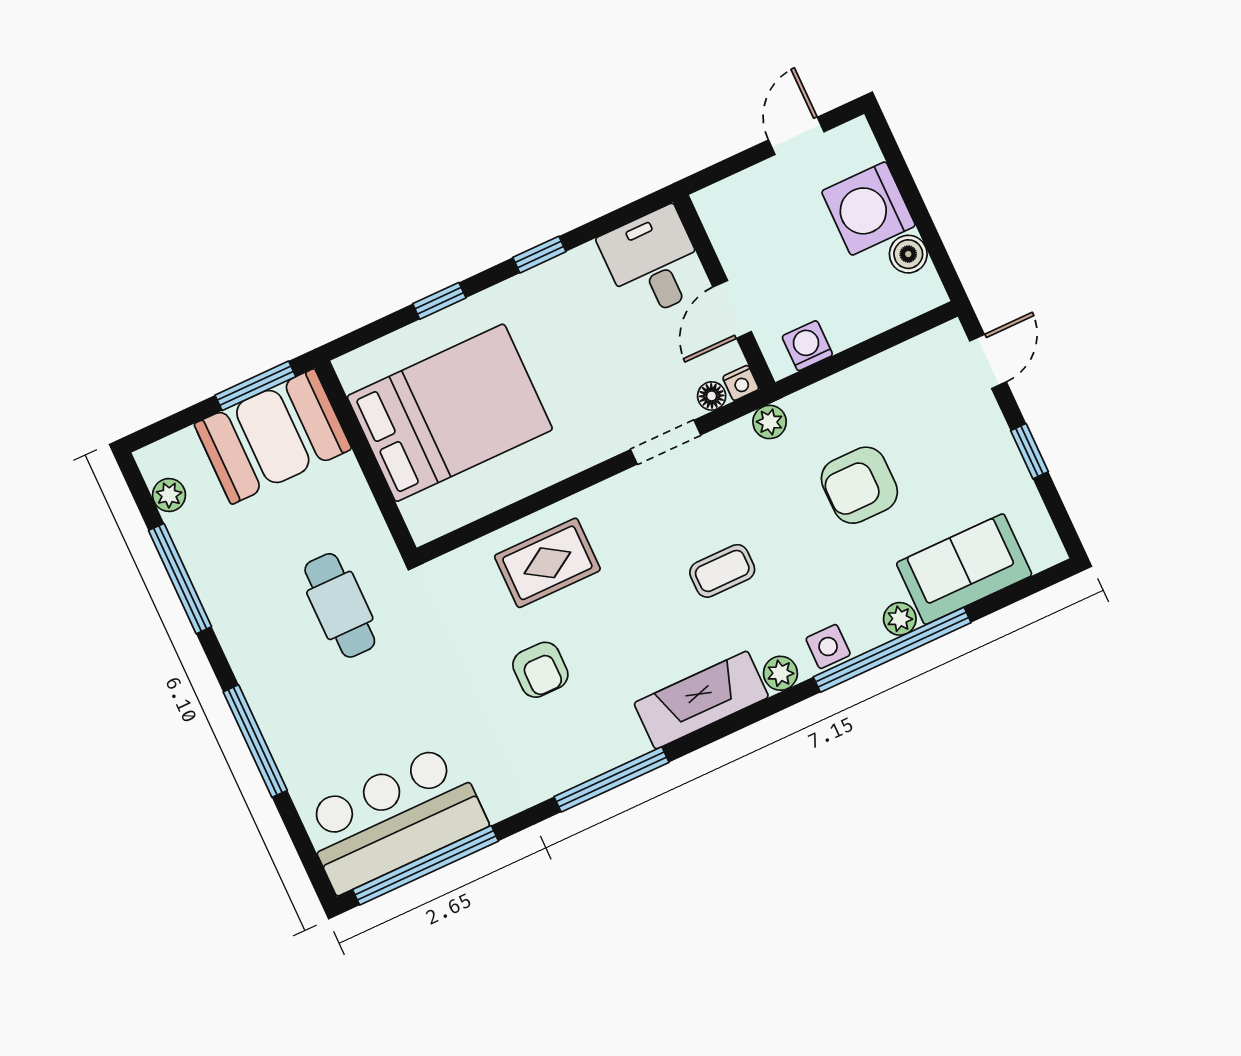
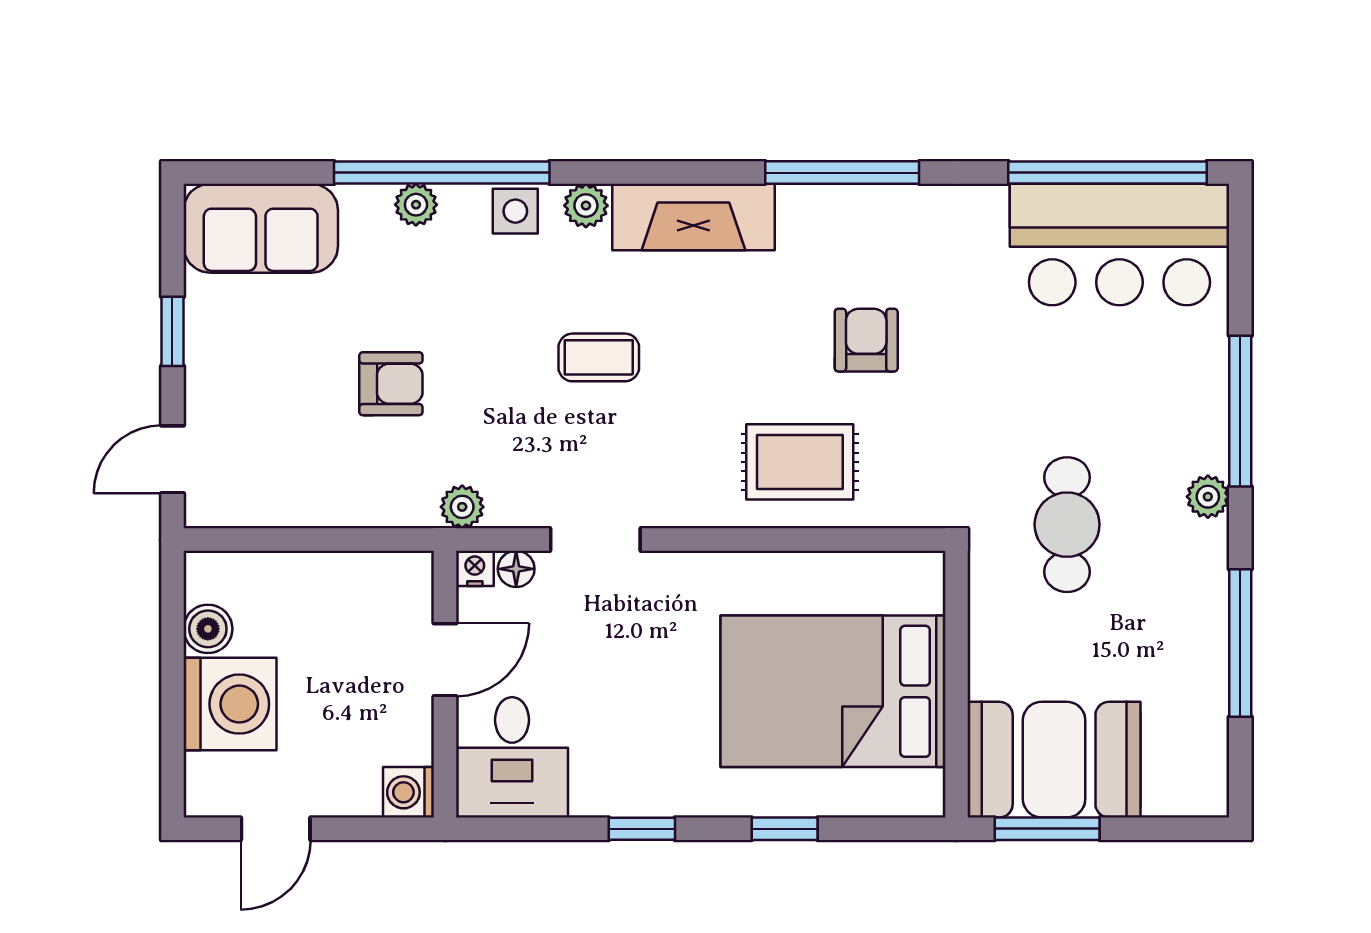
washing machine: (807, 346) -> (409, 792), moved, turned 90
armchair: (859, 485) -> (391, 384), width x0.72, depth x0.72
plant: (169, 495) -> (1208, 497), moved
sofa: (964, 569) -> (261, 228), moved

